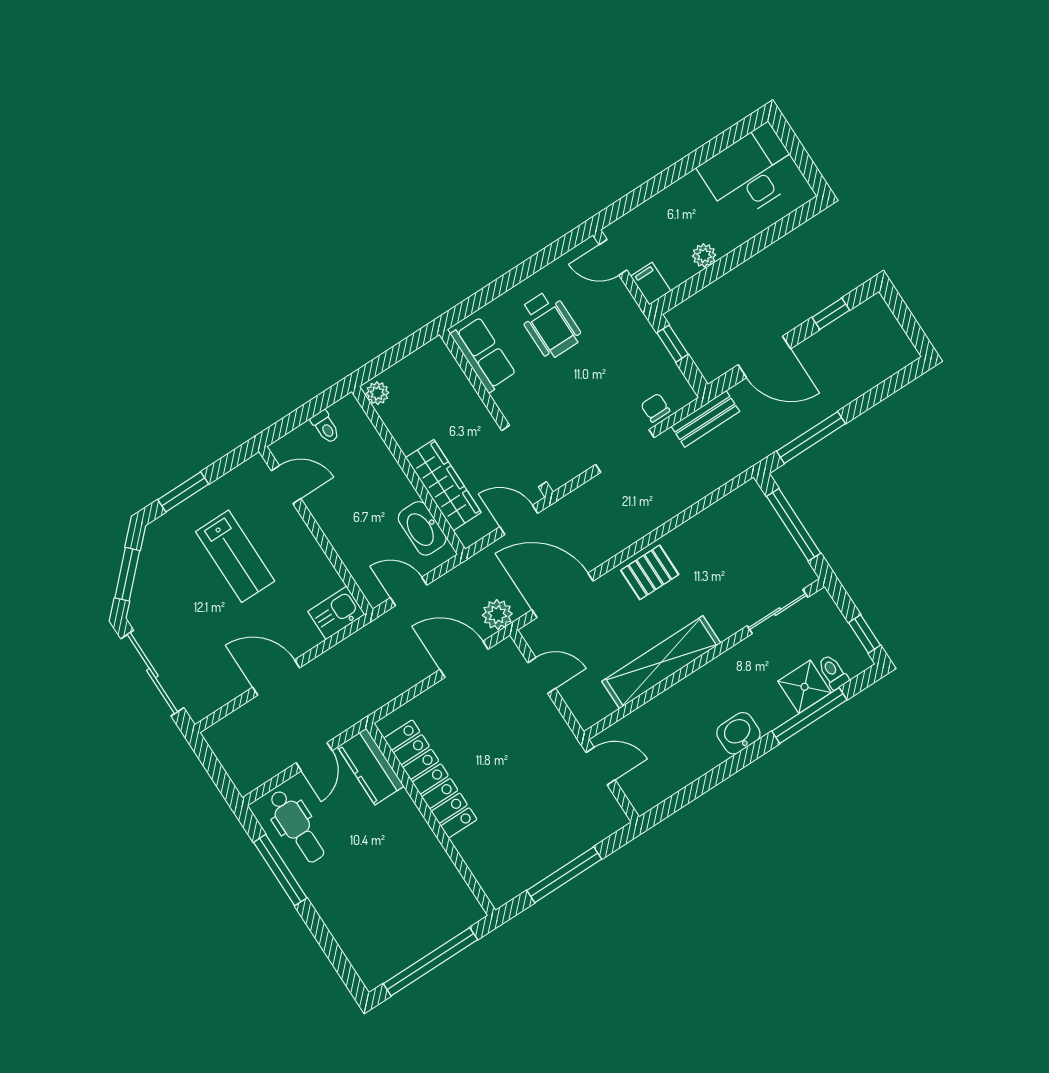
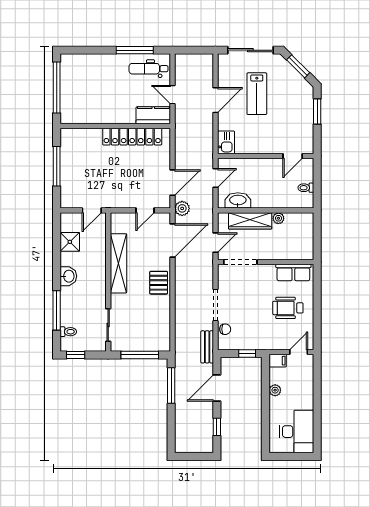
plant: (377, 393) -> (278, 218), moved
lab bench: (235, 556) -> (257, 94), moved, turned -90
shower: (805, 687) -> (70, 242), moved

